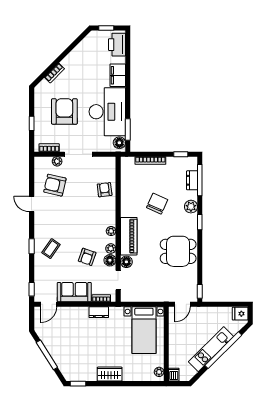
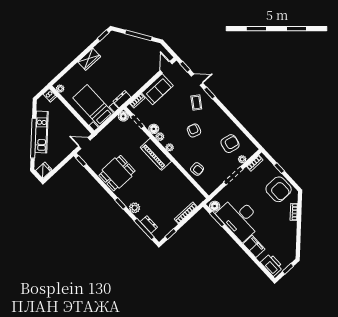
armchair: (64, 111) -> (279, 189), moved
door: (32, 204) -> (197, 80), moved
chair: (157, 204) -> (157, 190), removed
armchair: (87, 257) -> (194, 130), moved
floor lamp: (126, 262) -> (123, 116), moved
door: (182, 304) -> (84, 143), hinge flipped
dresser: (99, 312) -> (122, 99), moved

